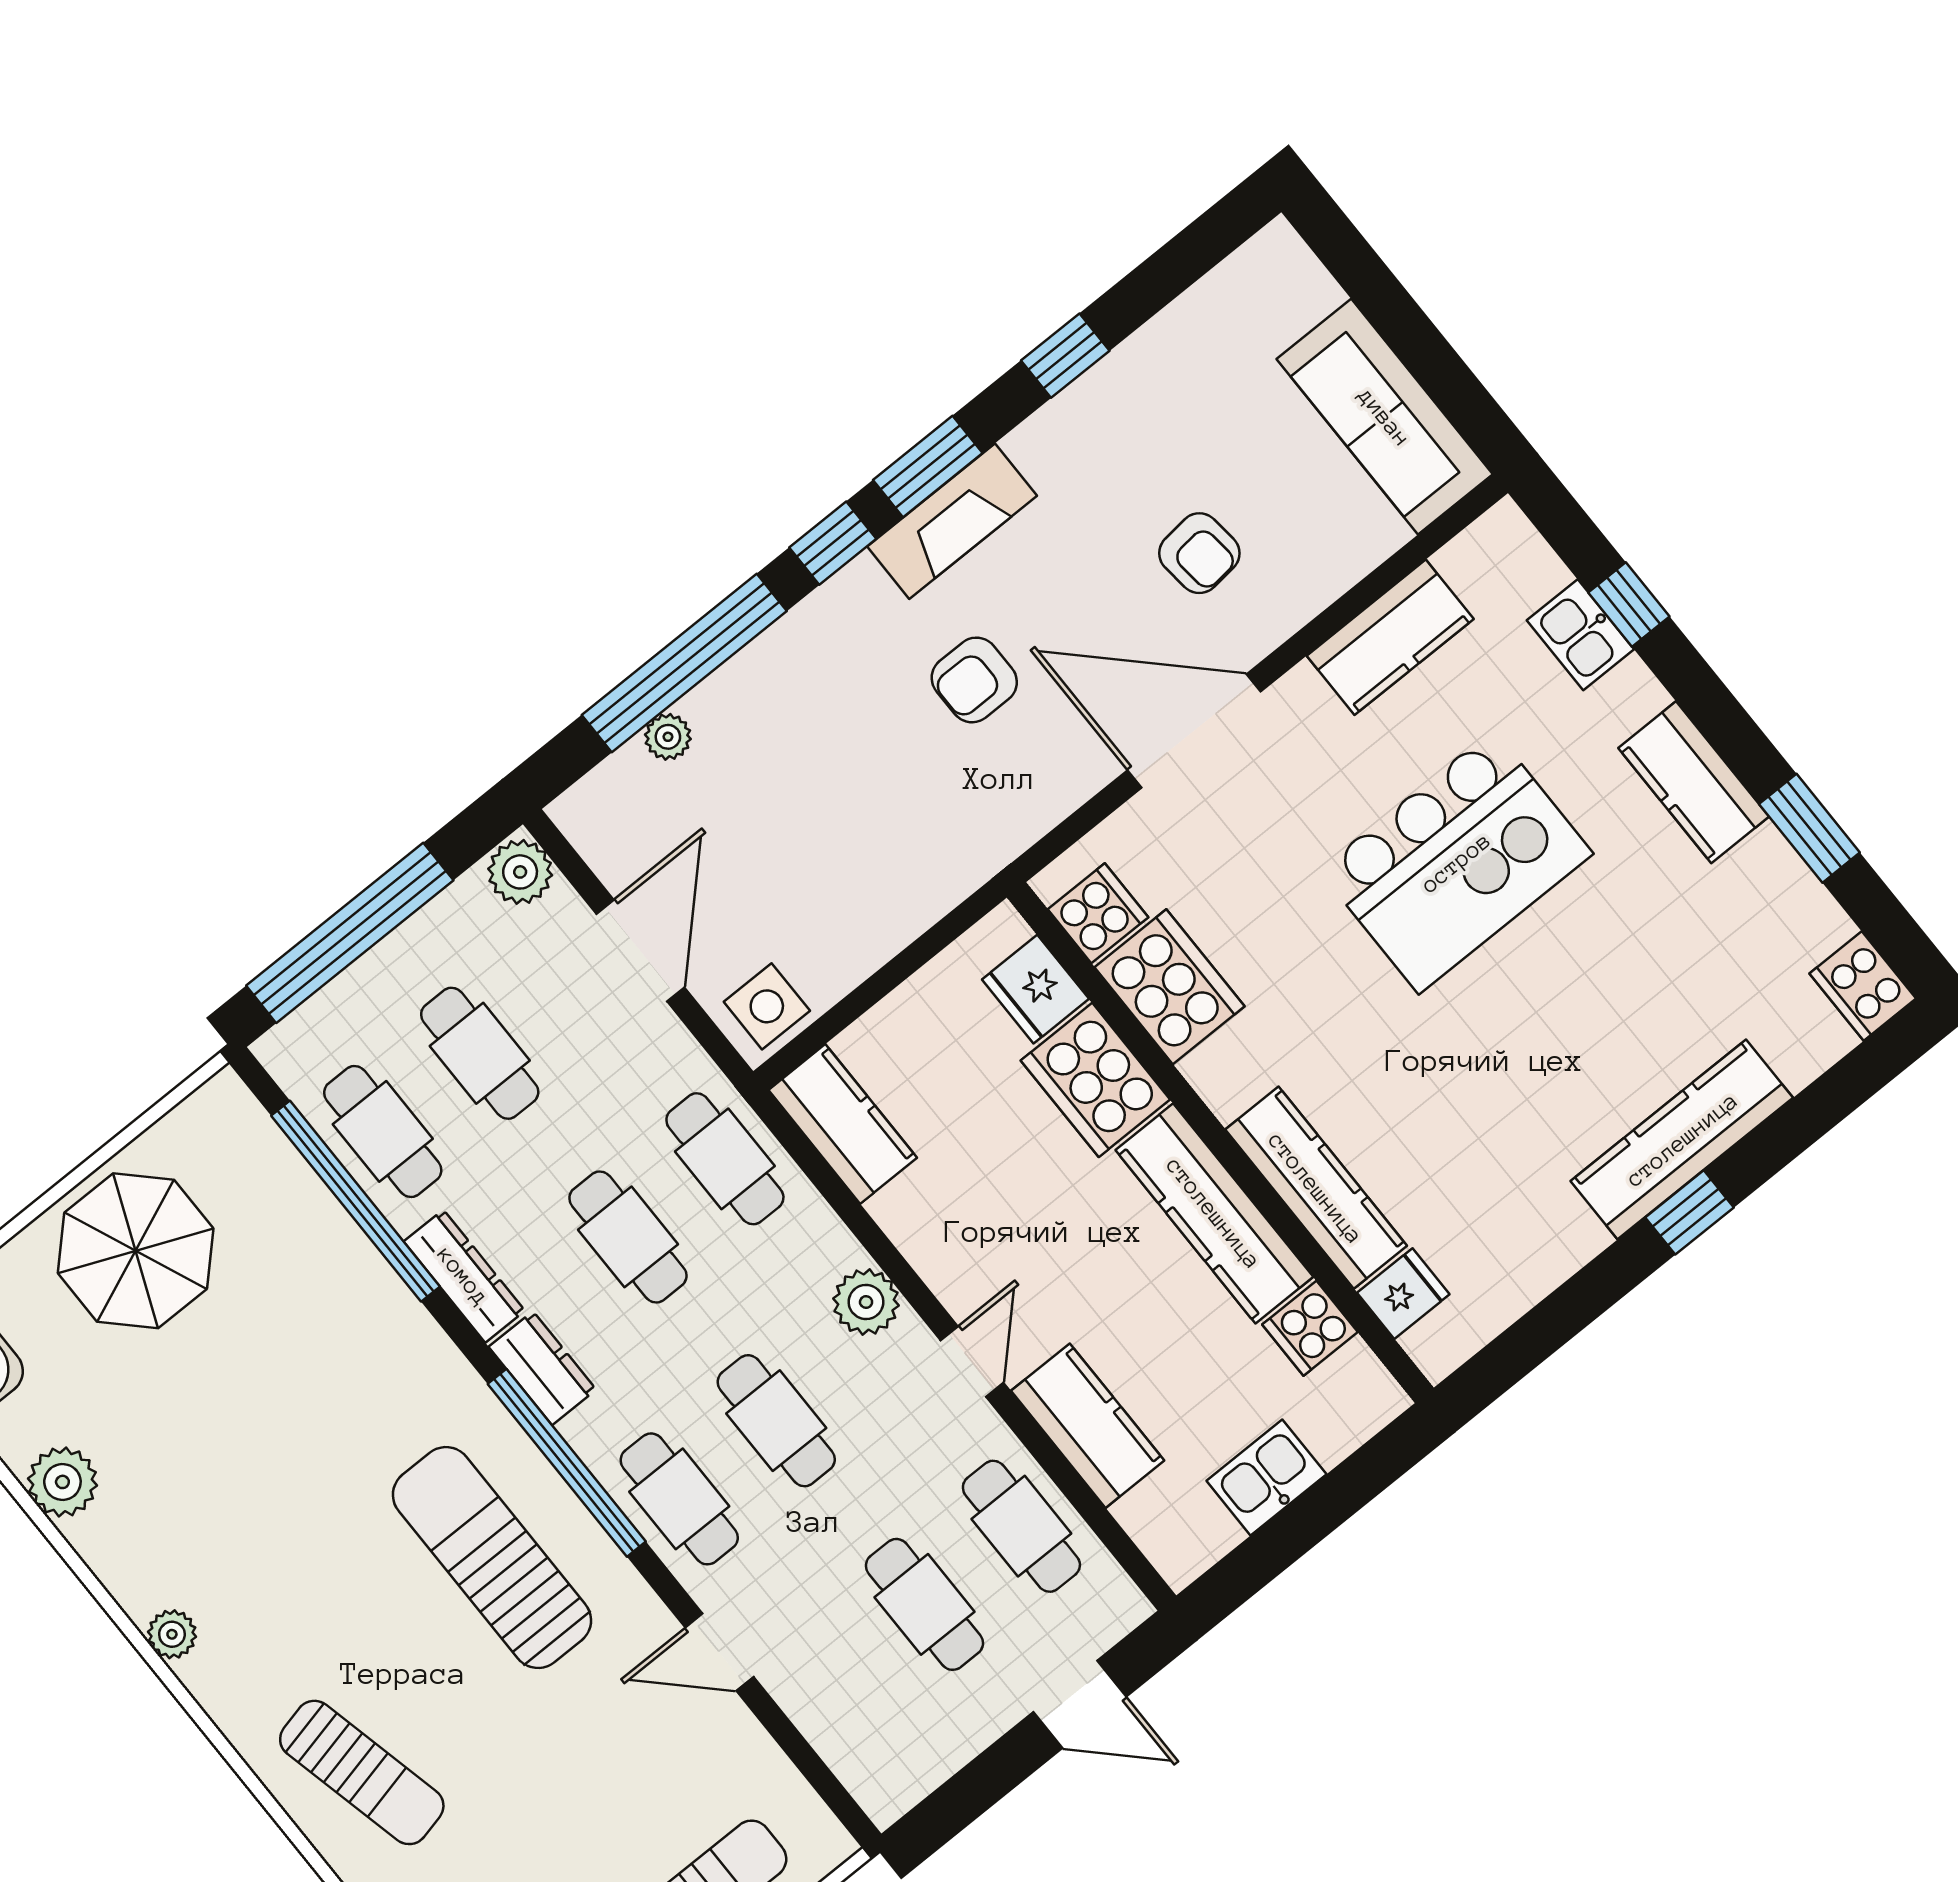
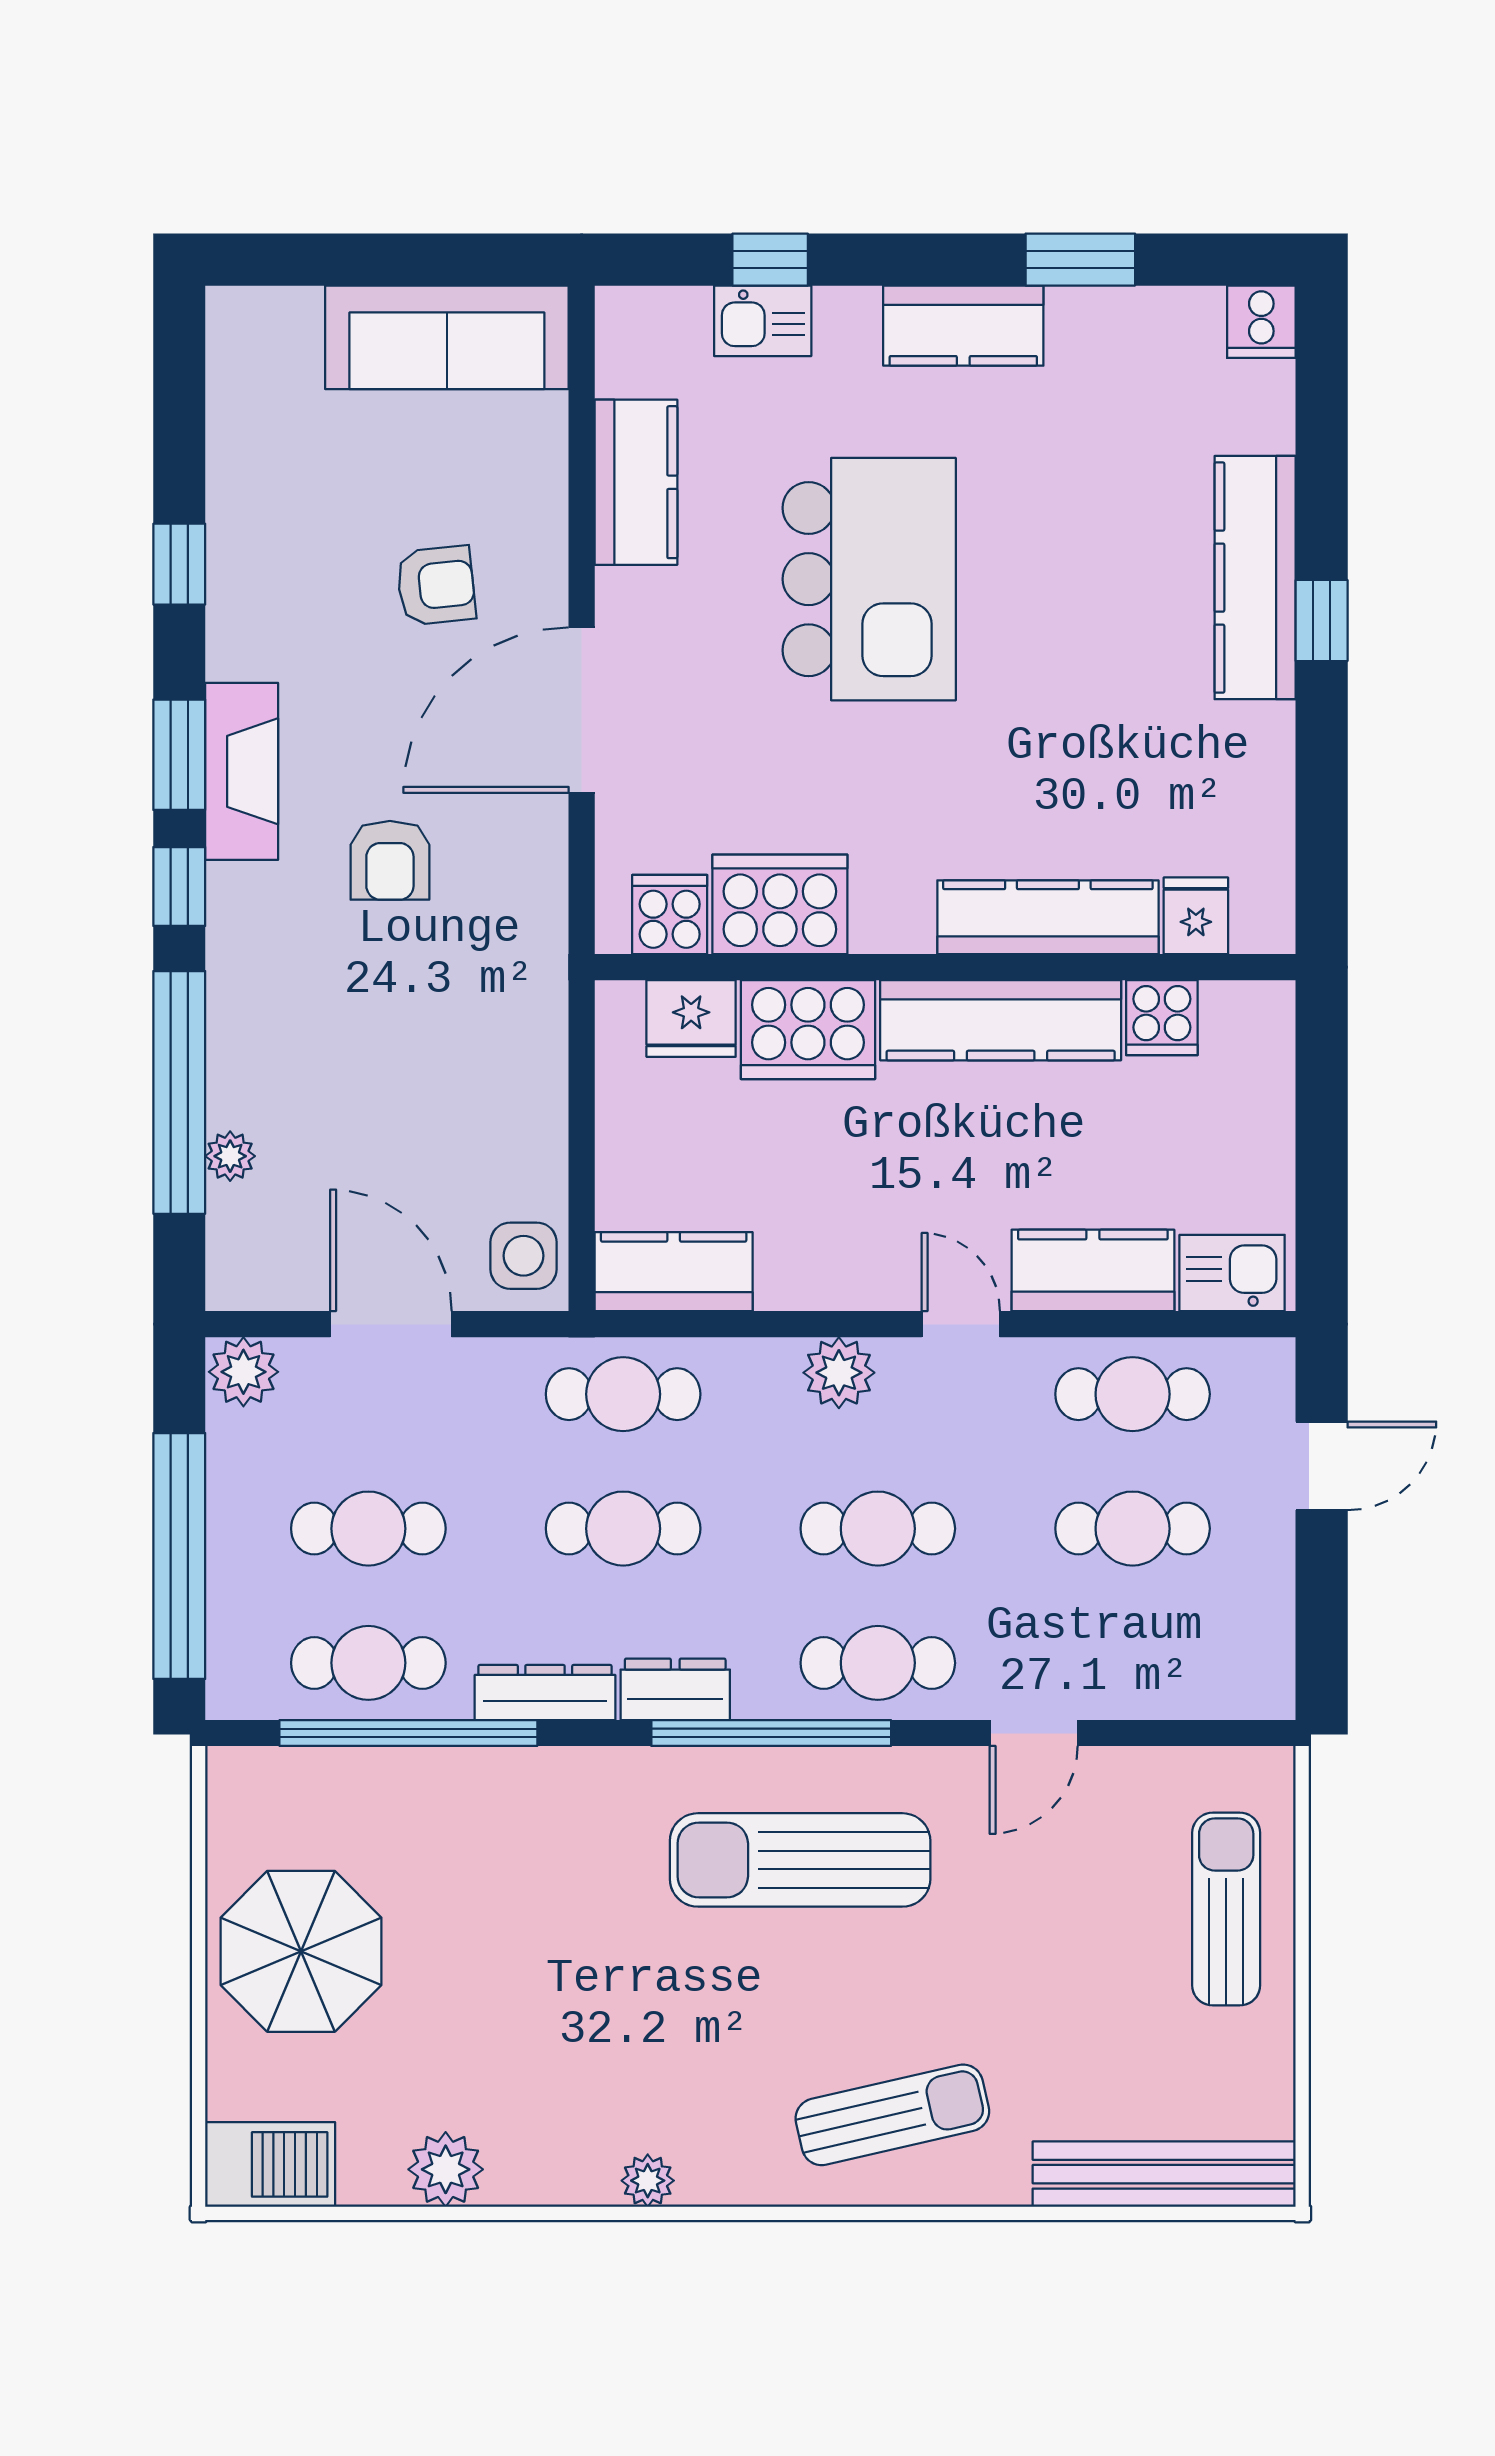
cooker: (1863, 986) -> (1261, 322), width x0.73
kitchen sink: (1266, 1477) -> (1232, 1273), moved, turned 90

